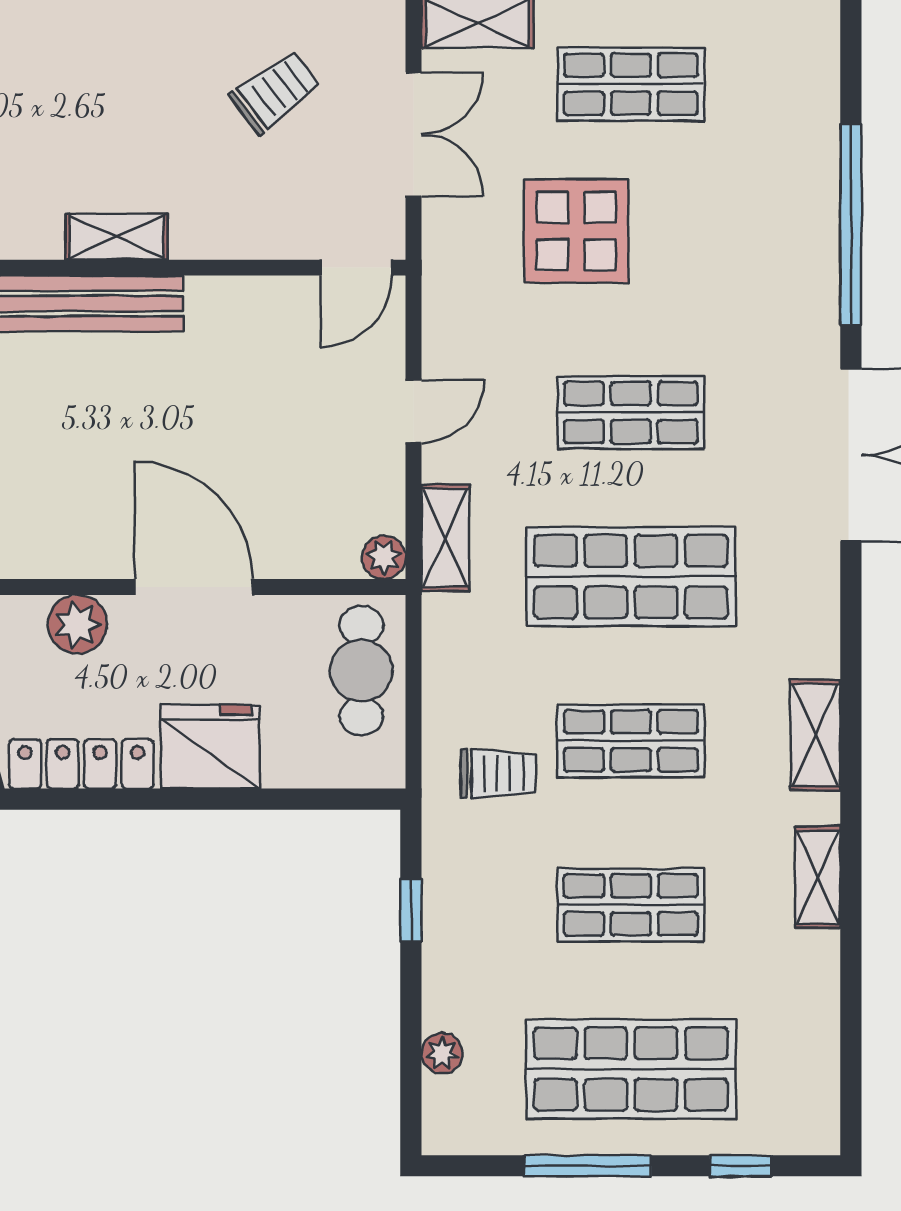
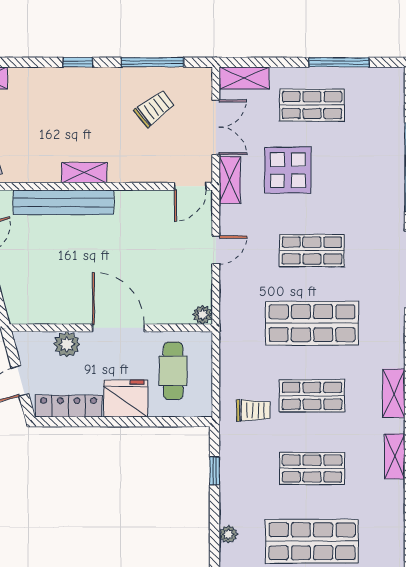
shelving: (445, 538) -> (230, 180), moved
cafe table: (361, 671) -> (173, 371), moved

